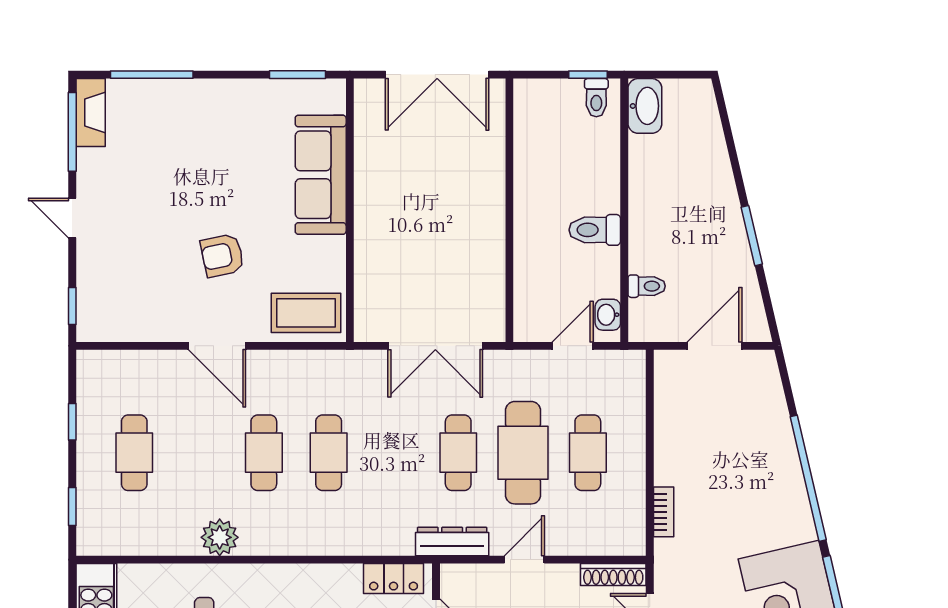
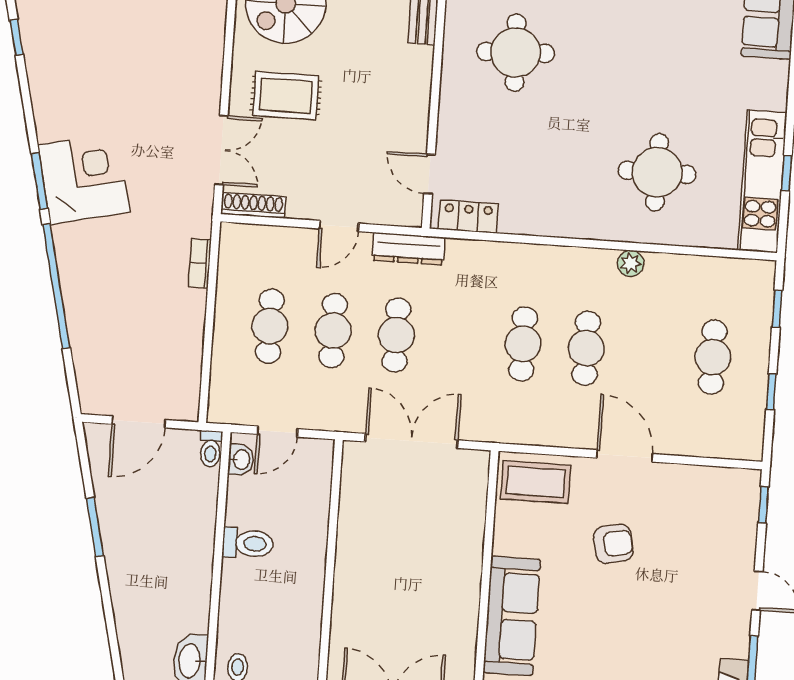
toilet: (647, 286) -> (211, 449), moved, turned -90
cafe table: (523, 453) -> (333, 331), width x0.73, depth x0.74
plant: (220, 537) -> (631, 263), width x0.73, depth x0.73

